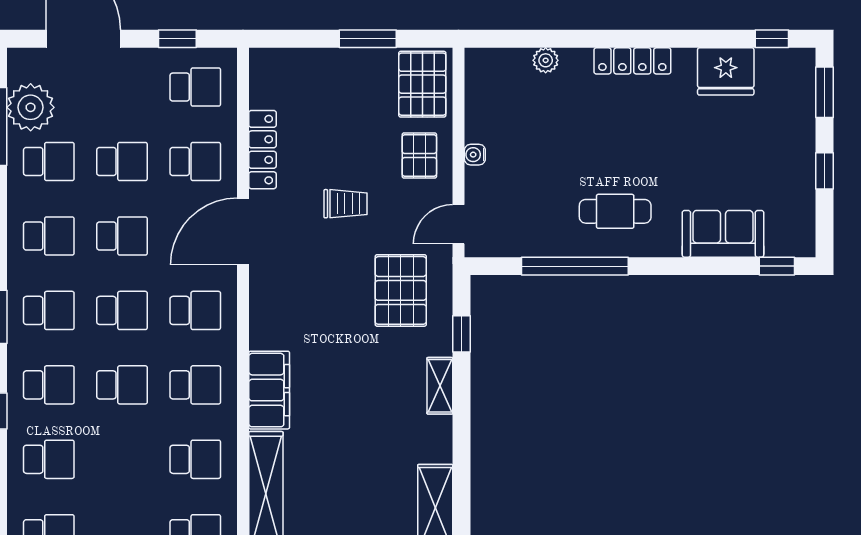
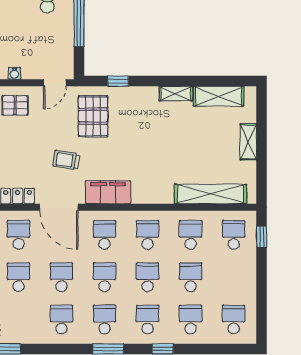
school desk: (49, 162) -> (191, 277), moved
trolley: (346, 204) -> (66, 160), moved, turned -81
door: (459, 224) -> (55, 83), hinge flipped
pallet: (401, 290) -> (93, 116), turned 90
shelving: (440, 386) -> (176, 94), moved
filing cabinet: (269, 390) -> (108, 192), moved

